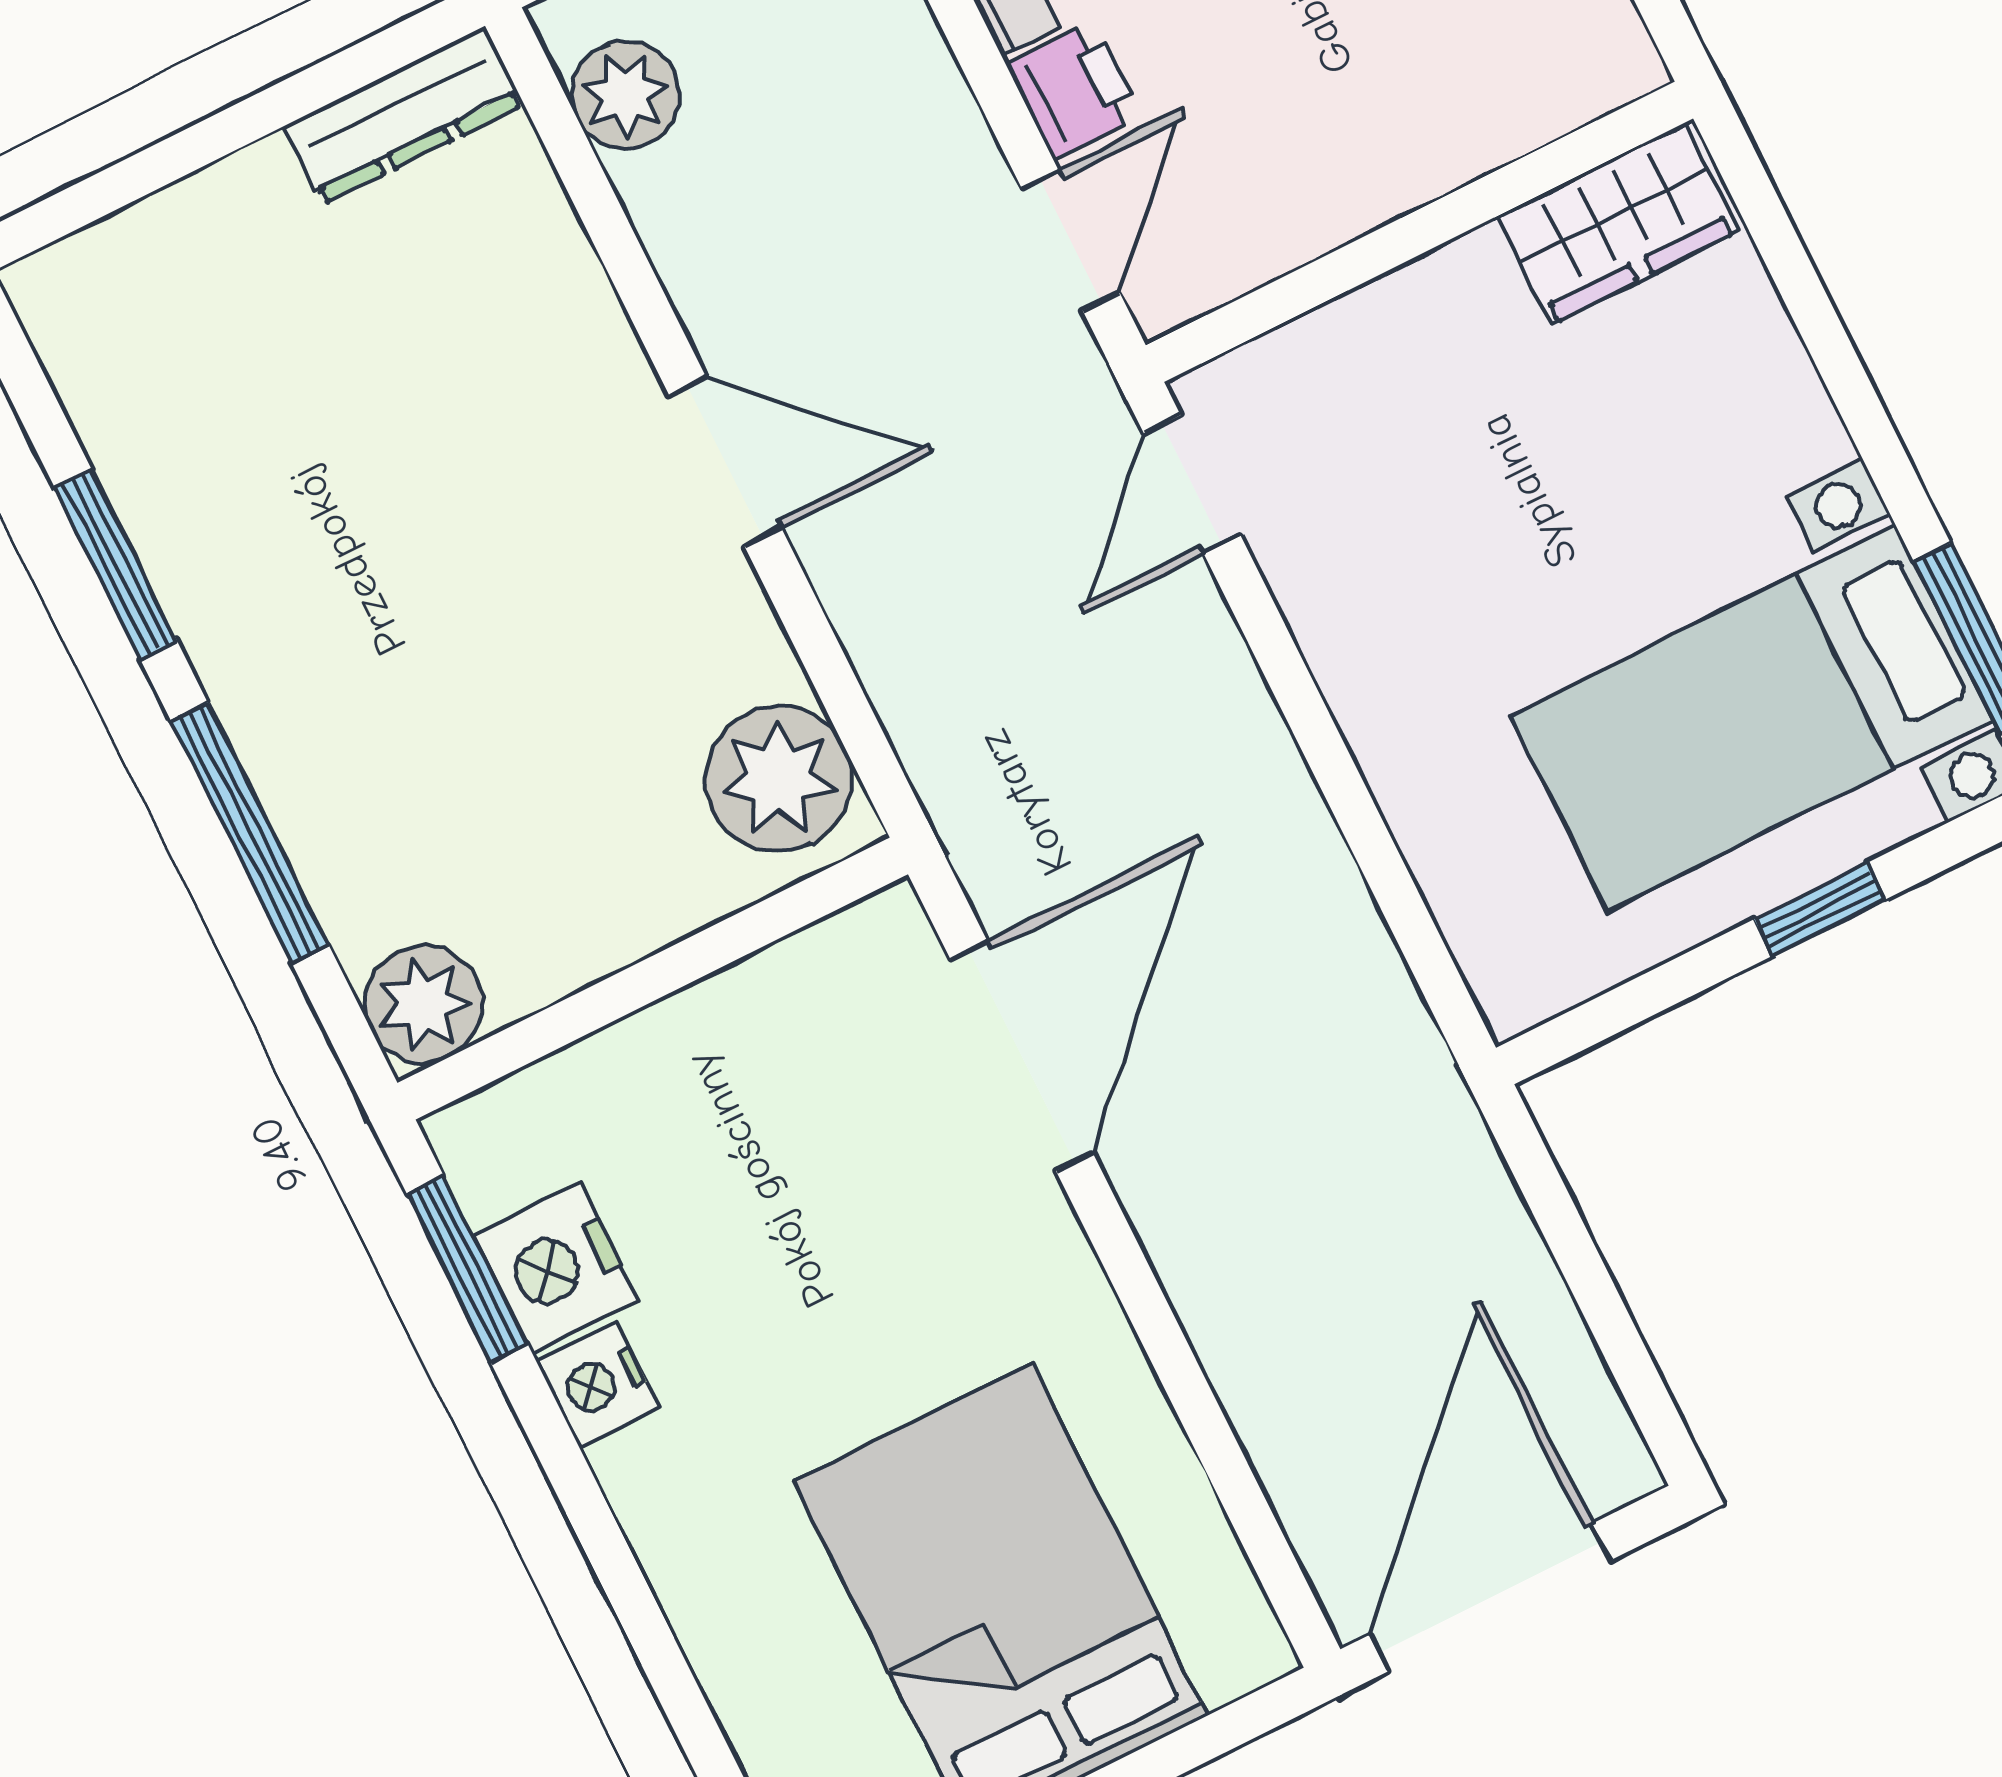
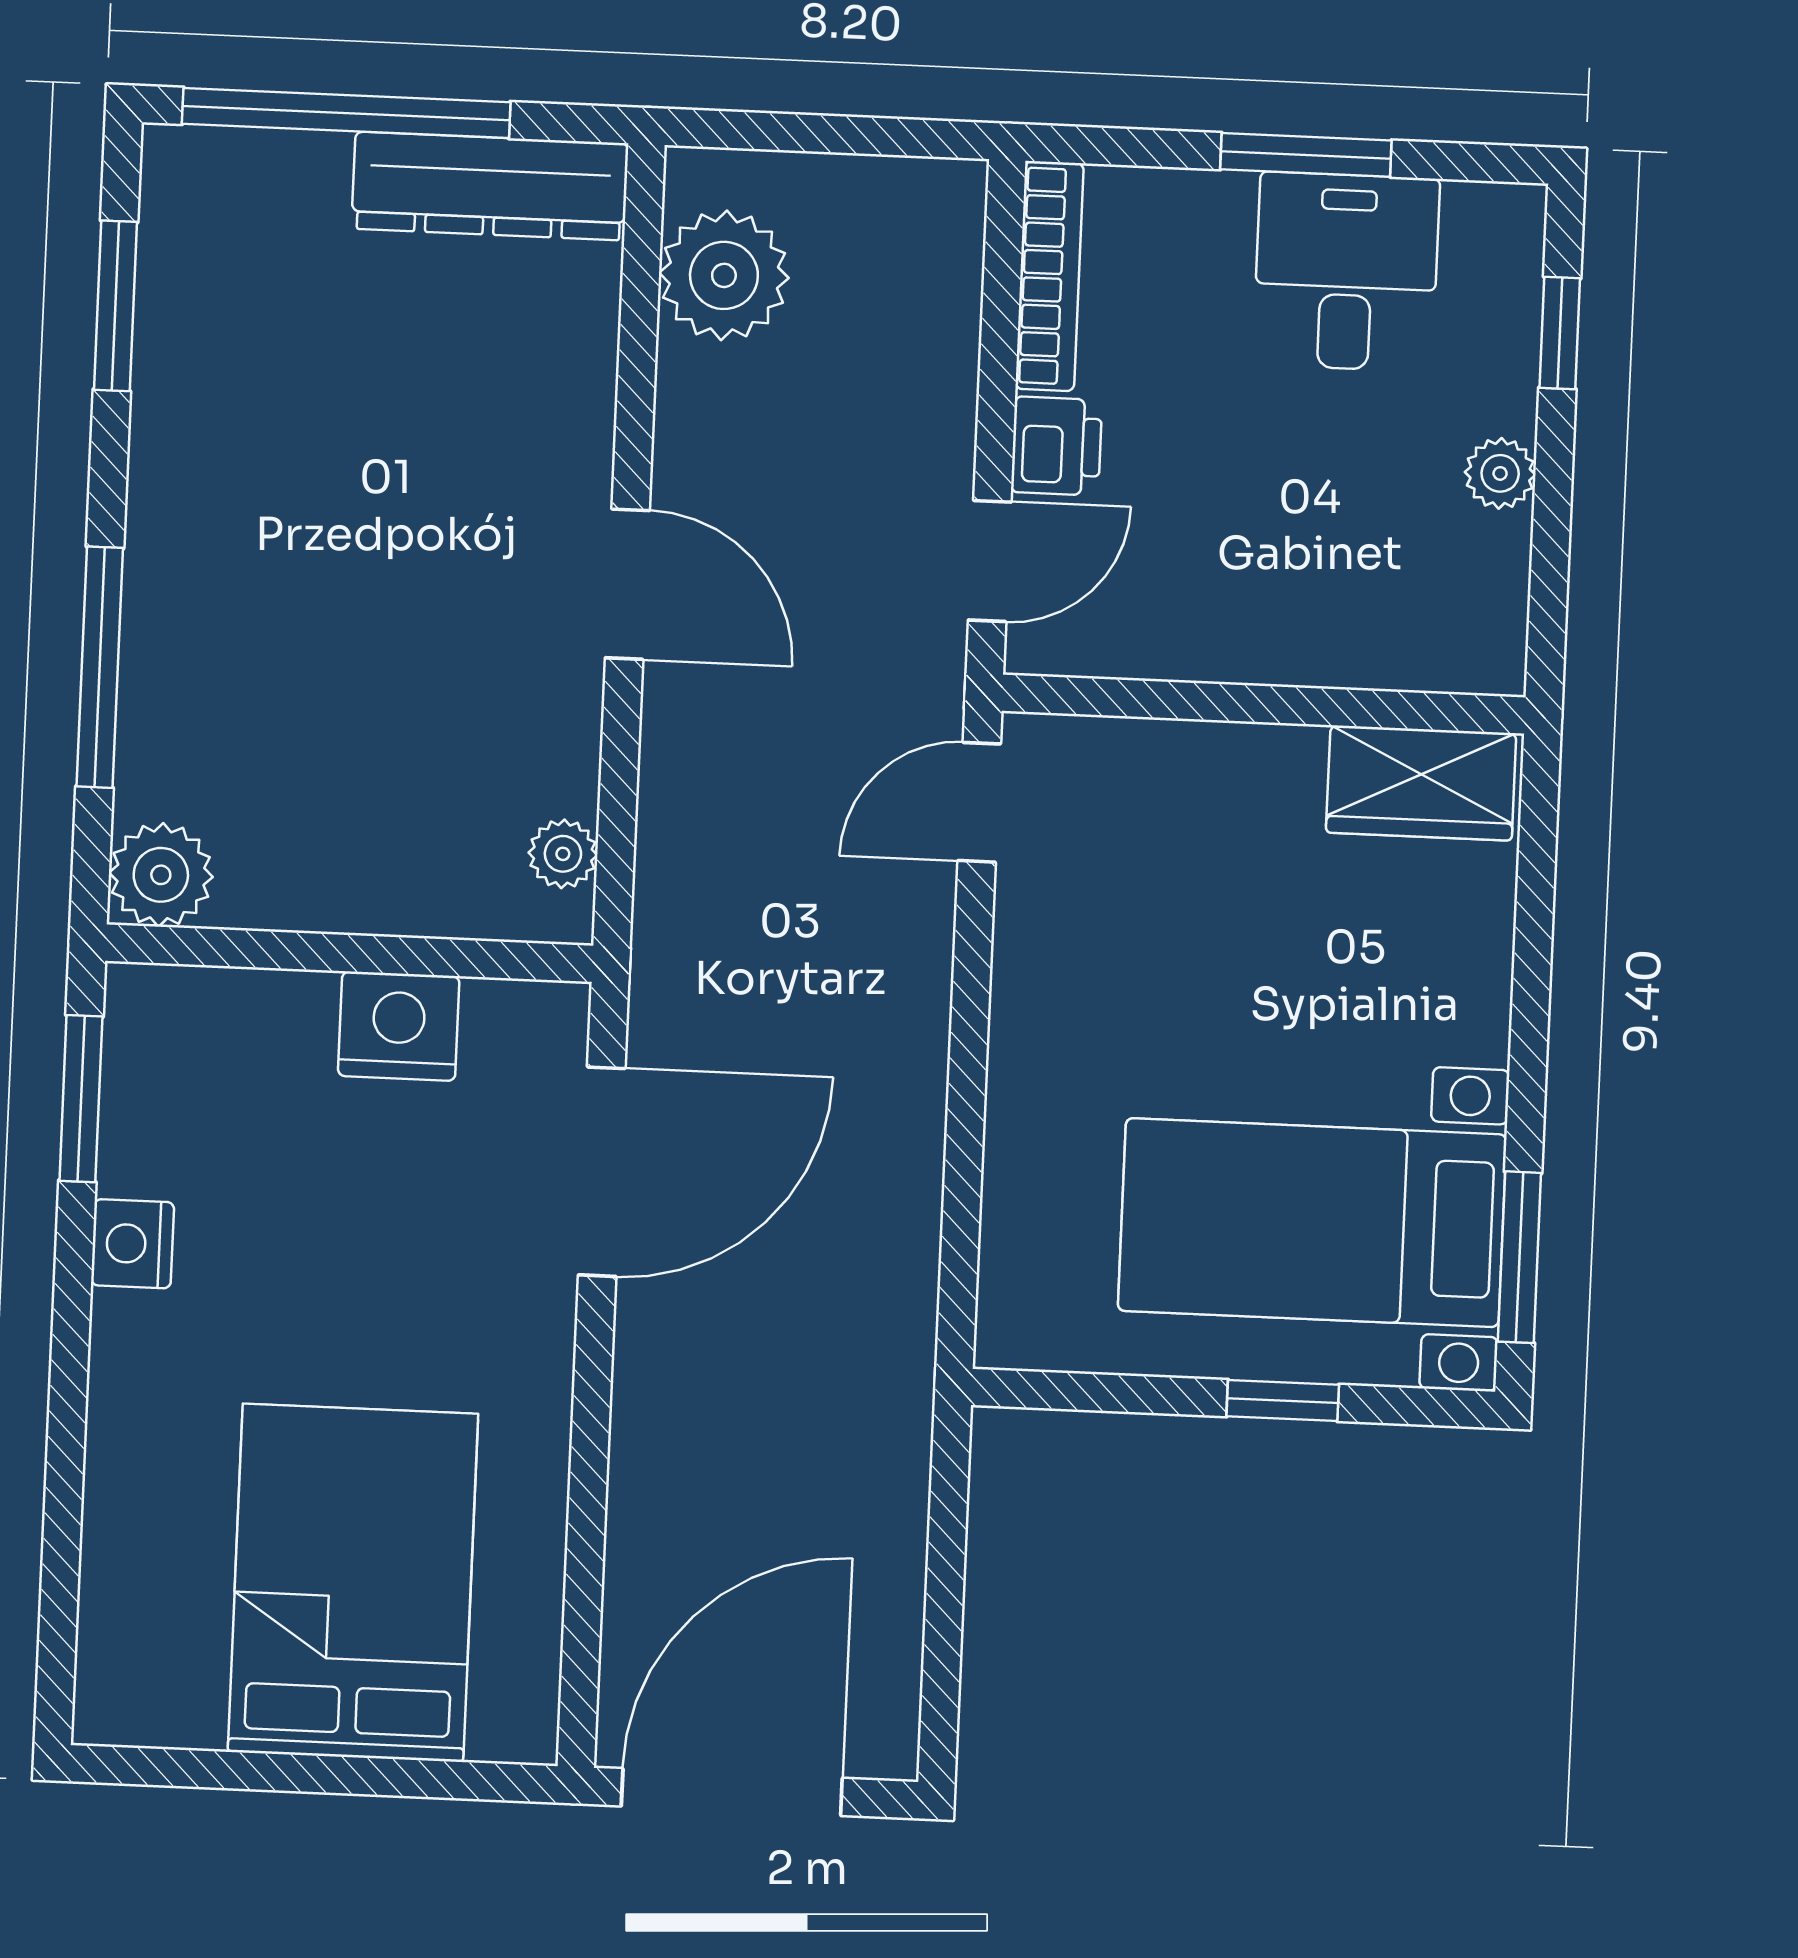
plant: (625, 95) -> (724, 275), width x1.36, depth x1.36
dresser: (404, 116) -> (490, 186), width x1.37, depth x1.24
window: (190, 150) -> (346, 113), added
window: (116, 564) -> (116, 306), moved
plant: (779, 779) -> (563, 854), width x0.53, depth x0.53
nightstand: (556, 1267) -> (399, 1026), moved, turned 90

